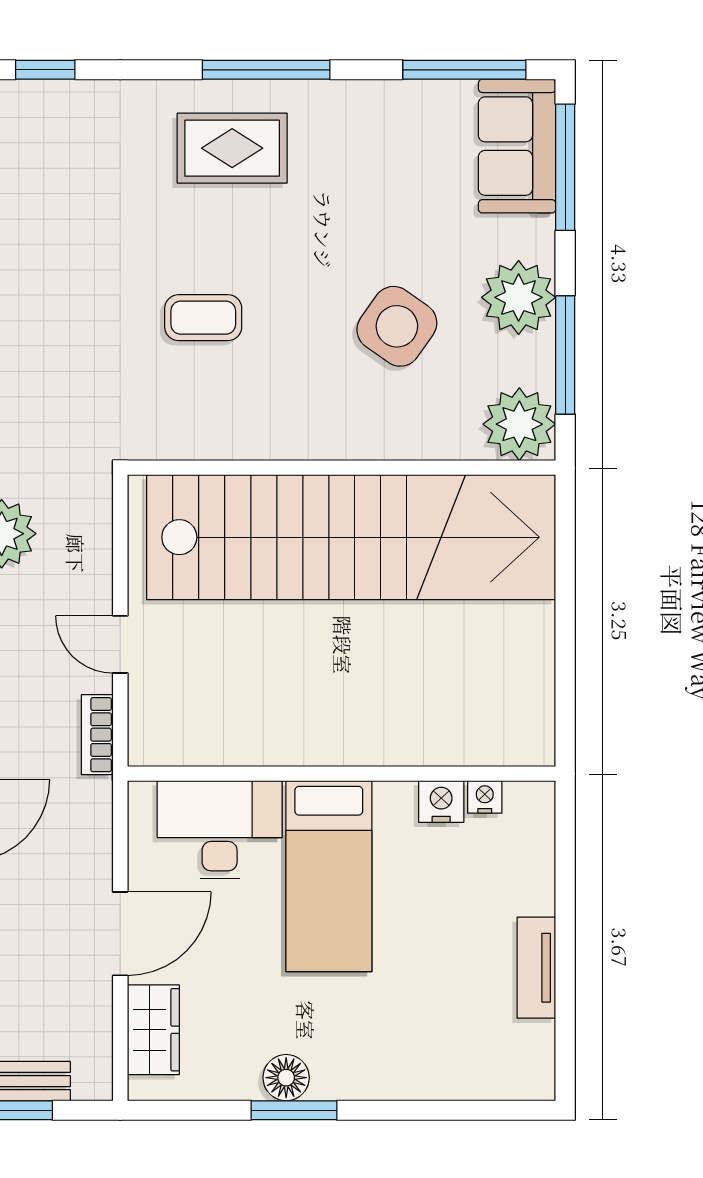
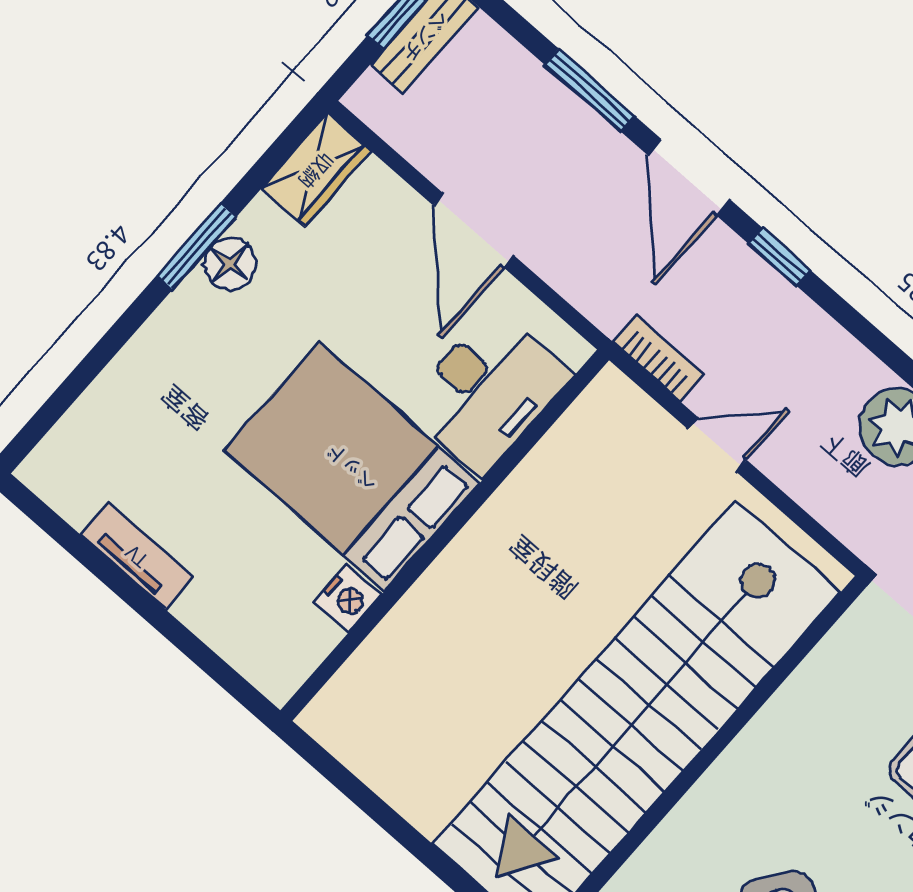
nightstand: (485, 797) -> (319, 639), removed
bed: (329, 876) -> (352, 467), width x1.50
wardrobe: (153, 1030) -> (316, 170), moved, turned -90

